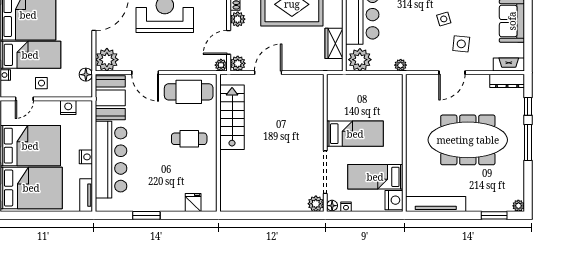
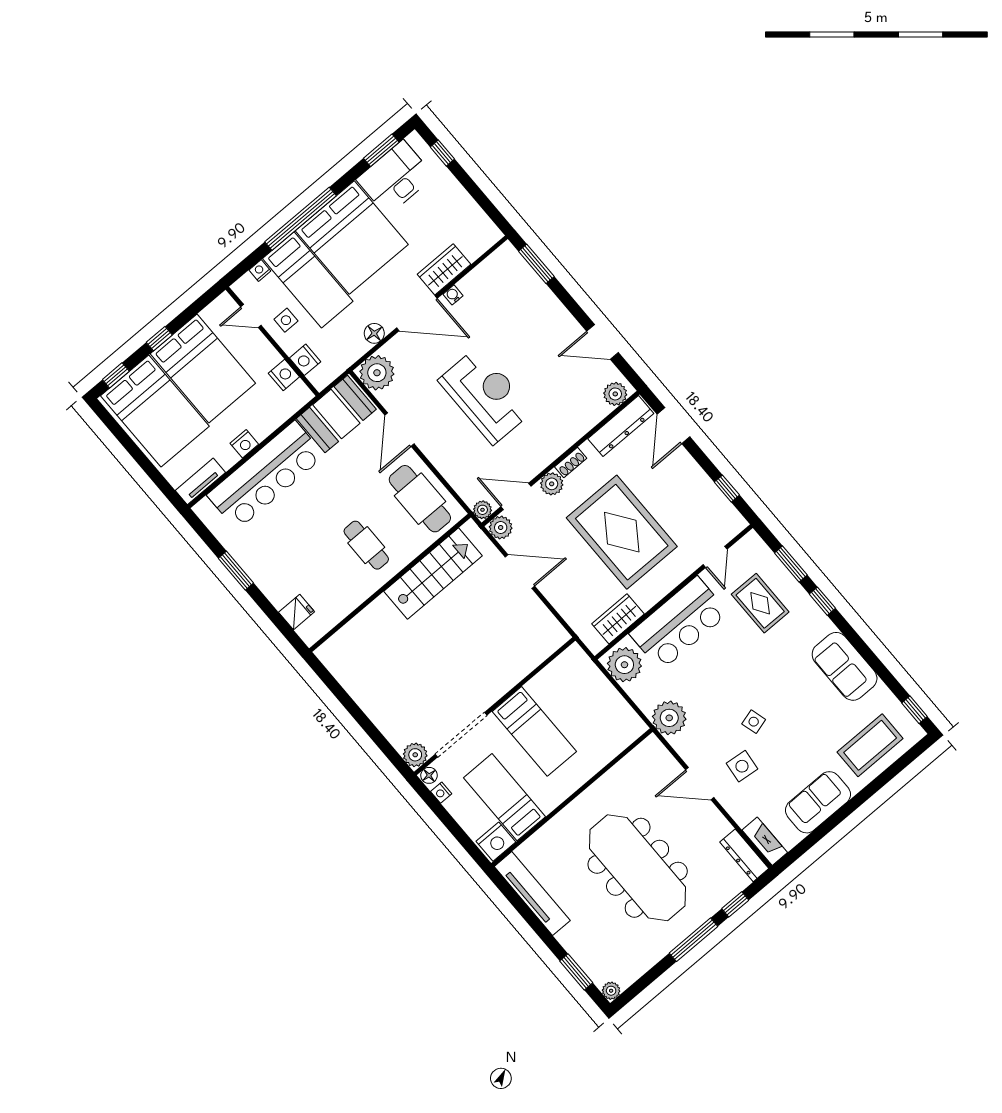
plant: (401, 65) -> (669, 718), width x1.87, depth x1.87
floor lamp: (86, 75) -> (374, 333), moved
nightstand: (70, 90) -> (305, 360), added

